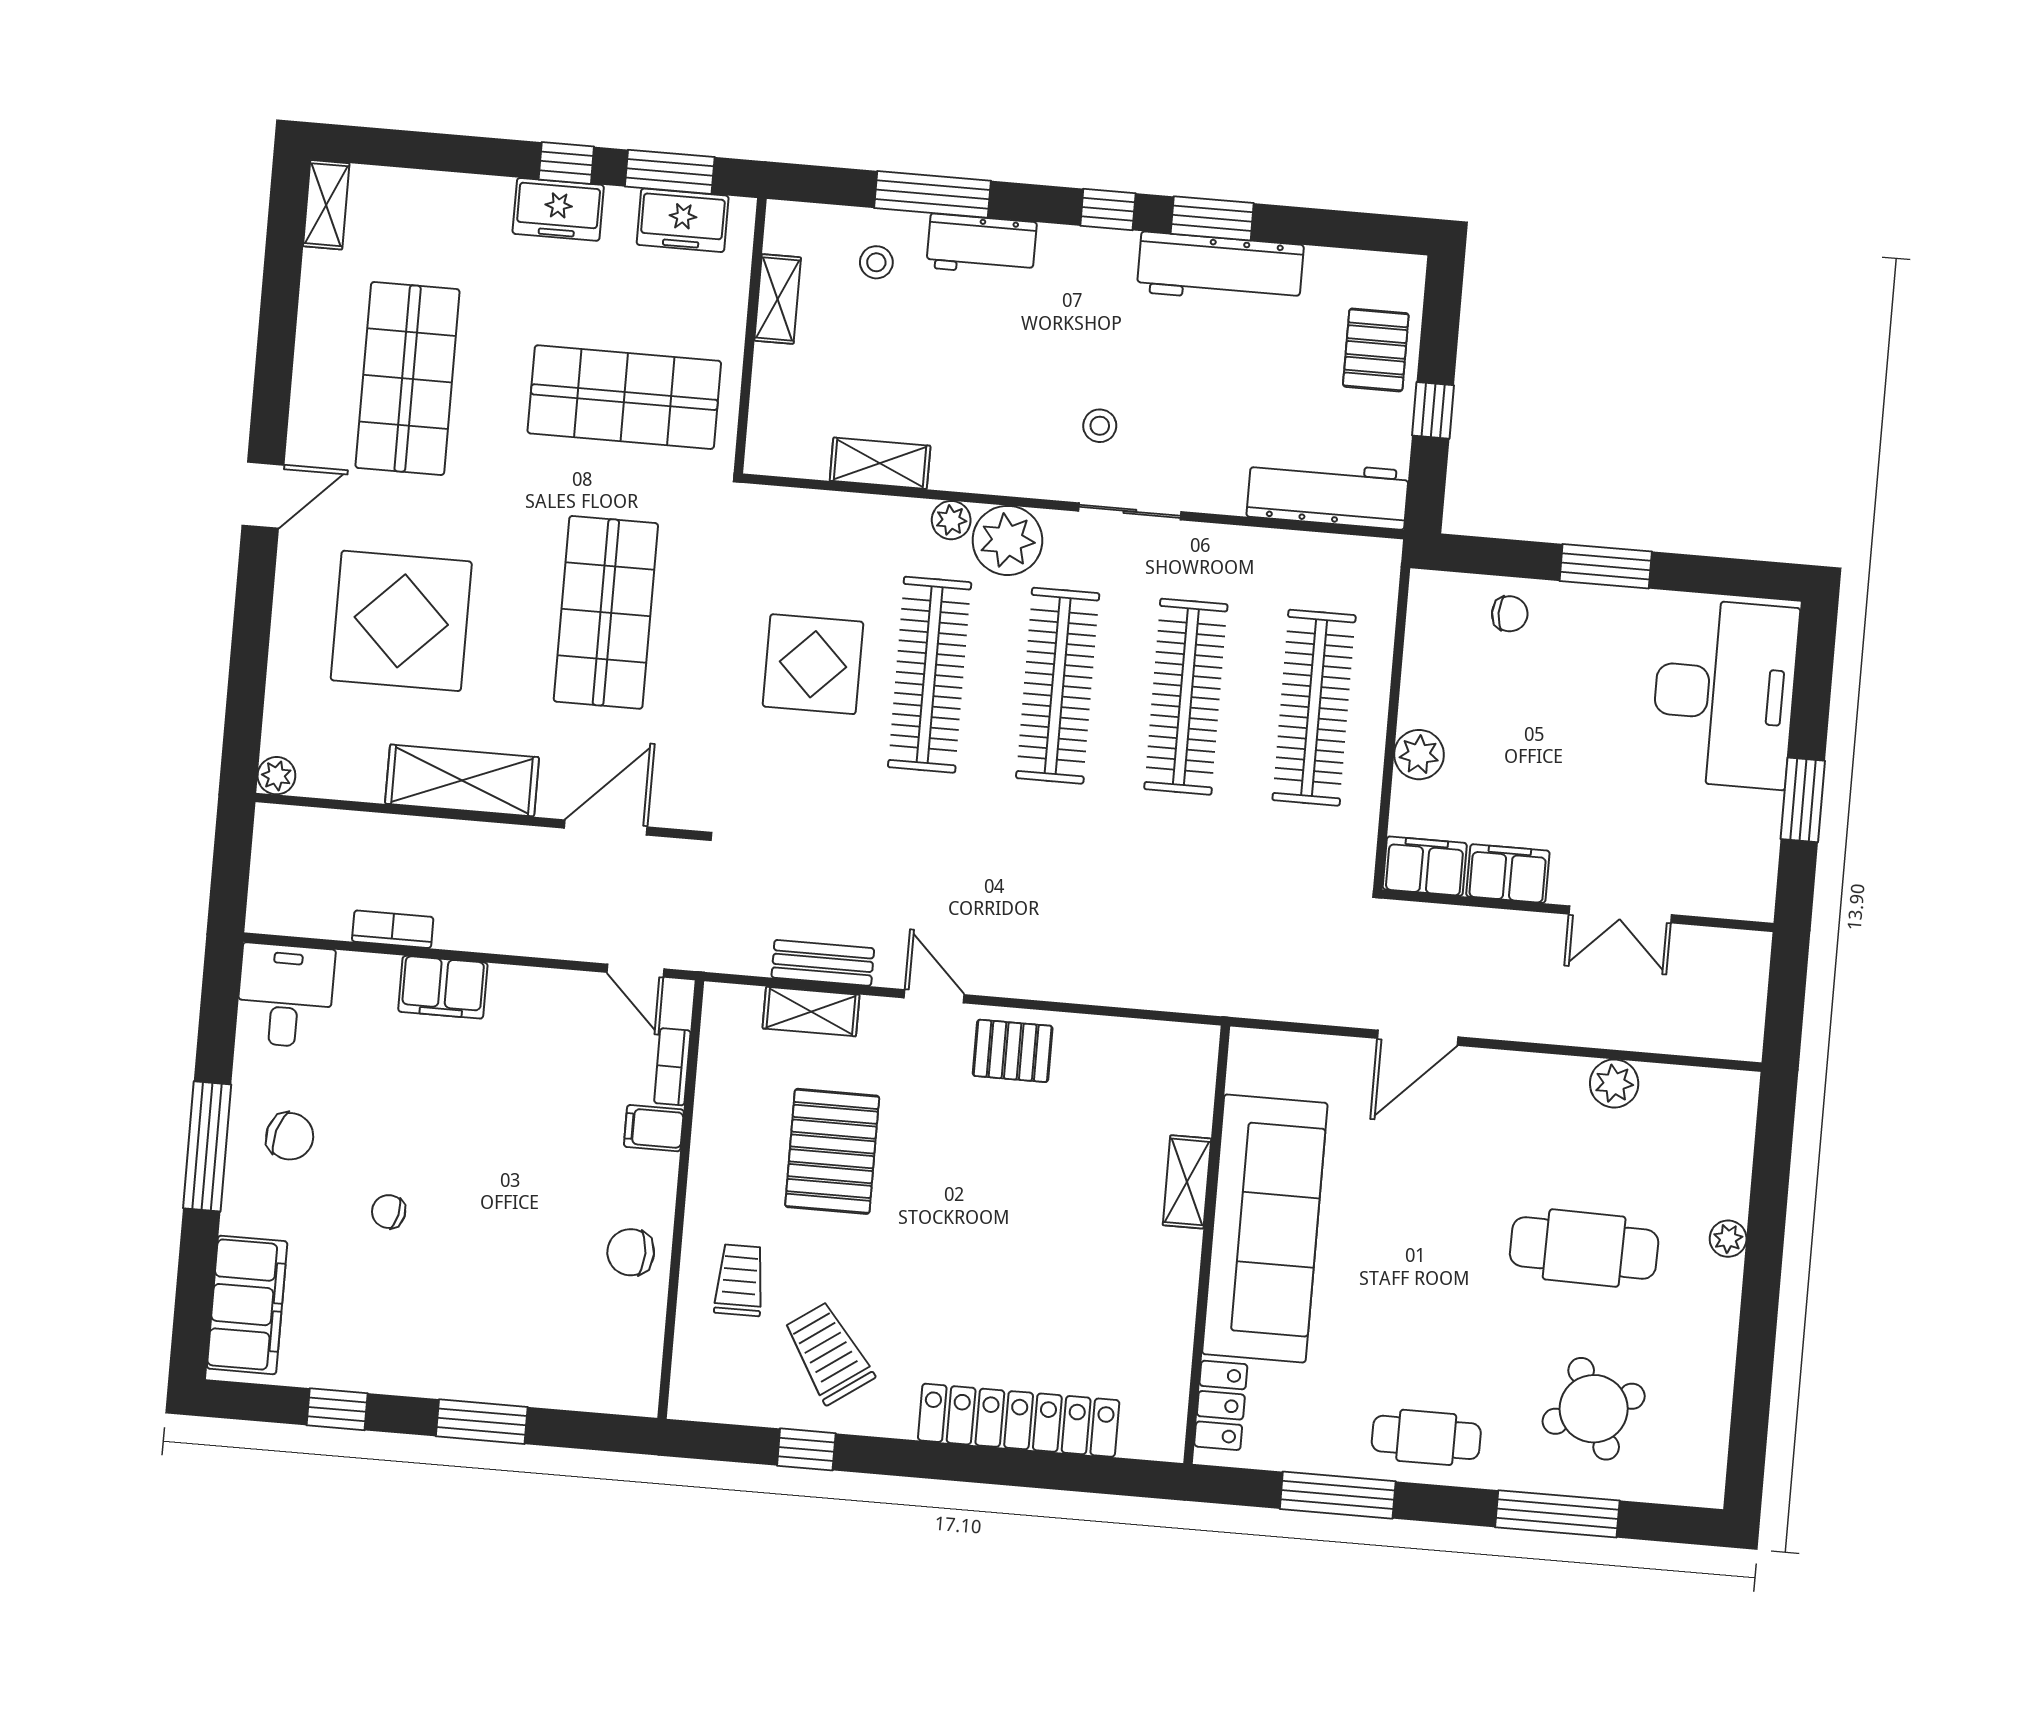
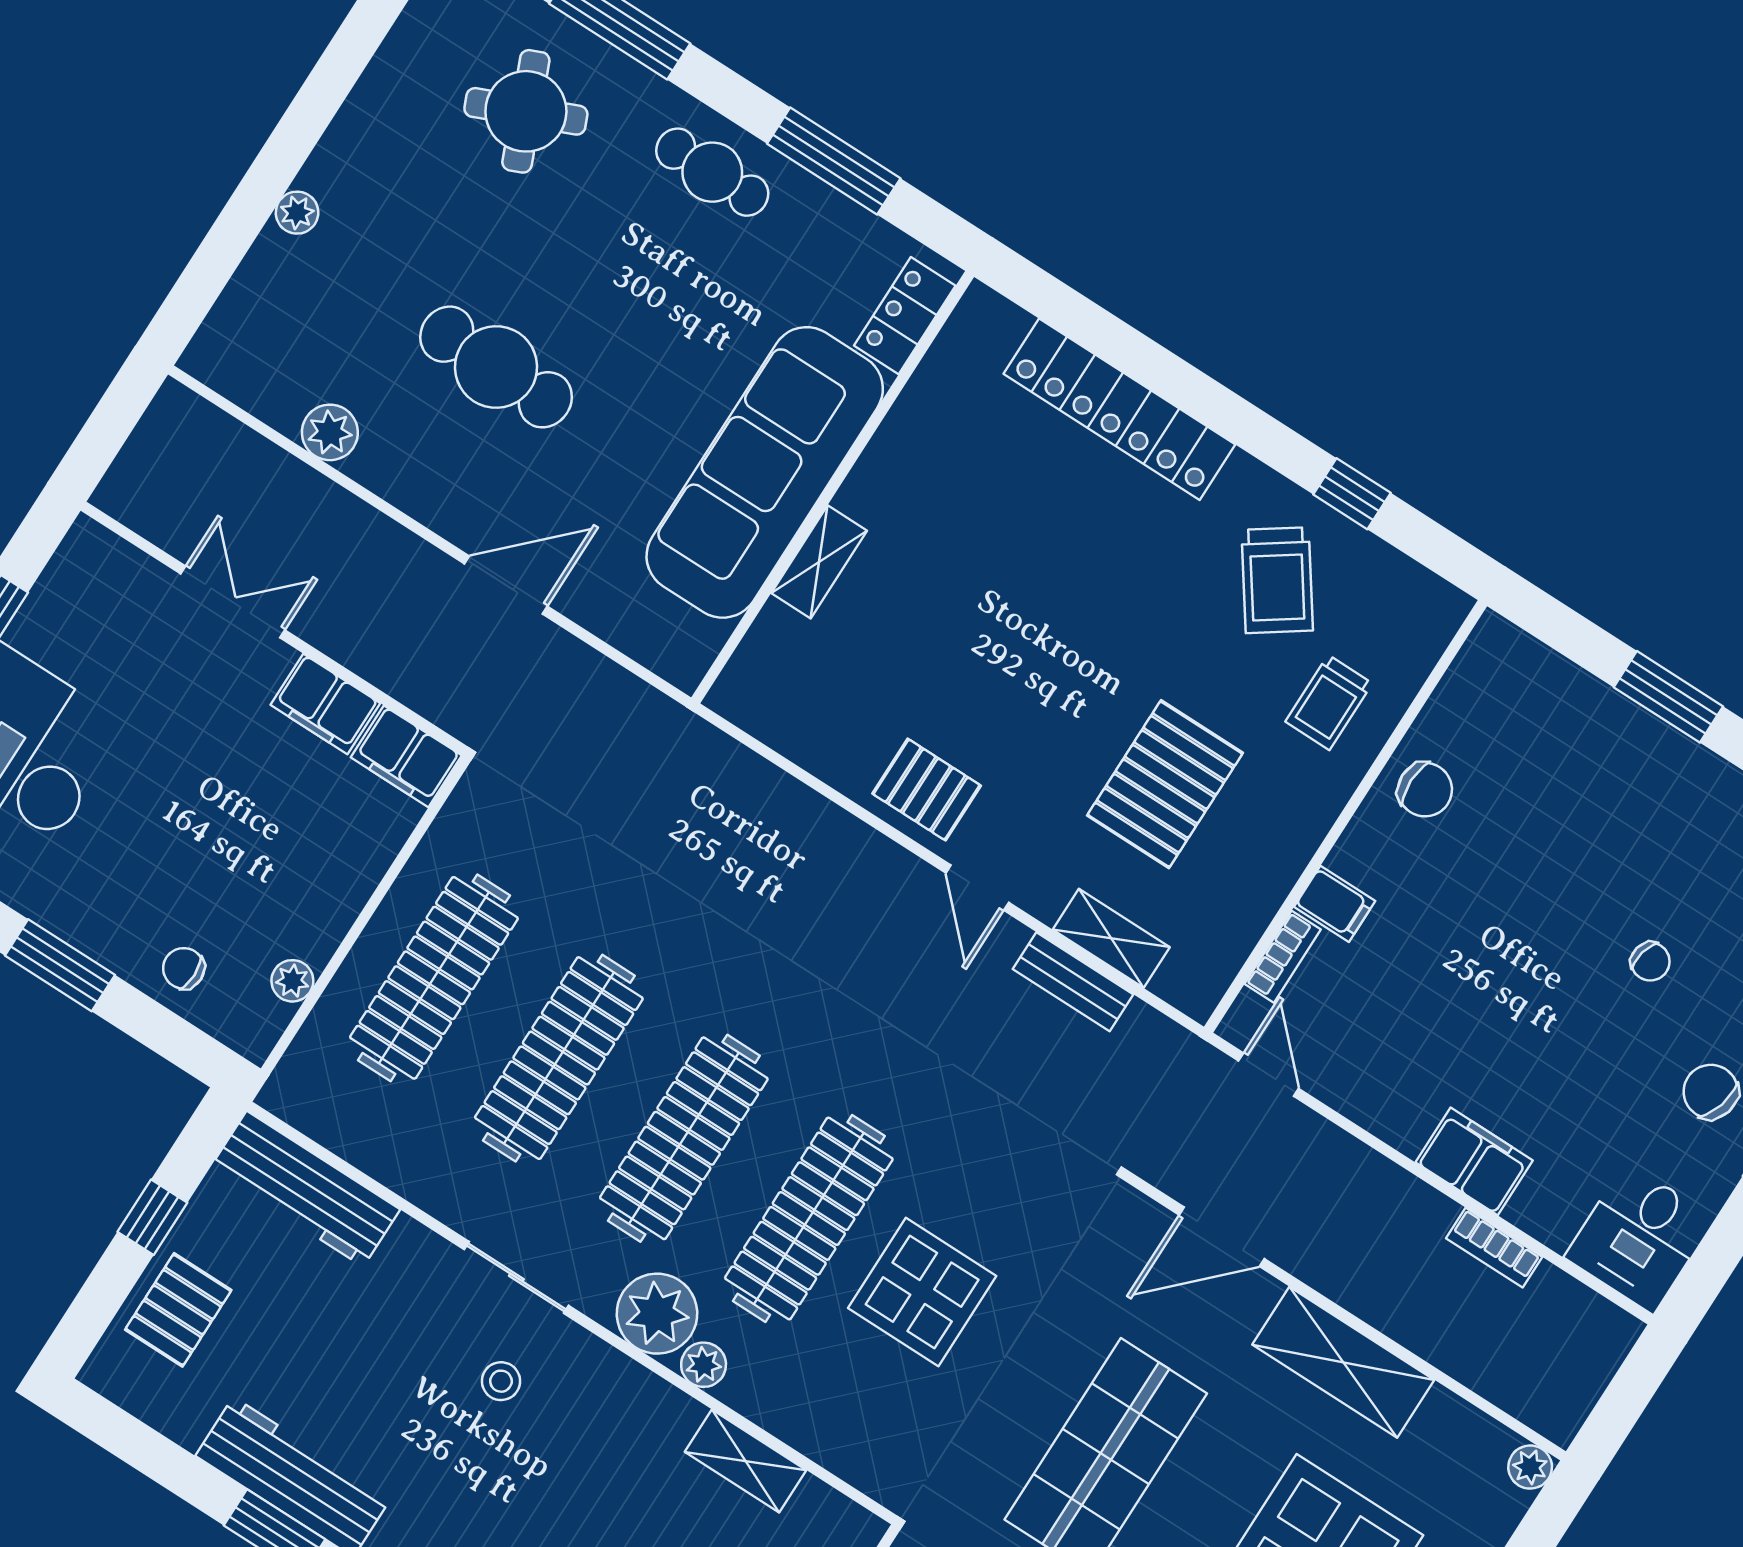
plant: (1419, 755) -> (292, 981), moved, width x0.73, depth x0.73
cafe table: (1584, 1248) -> (496, 367), moved

